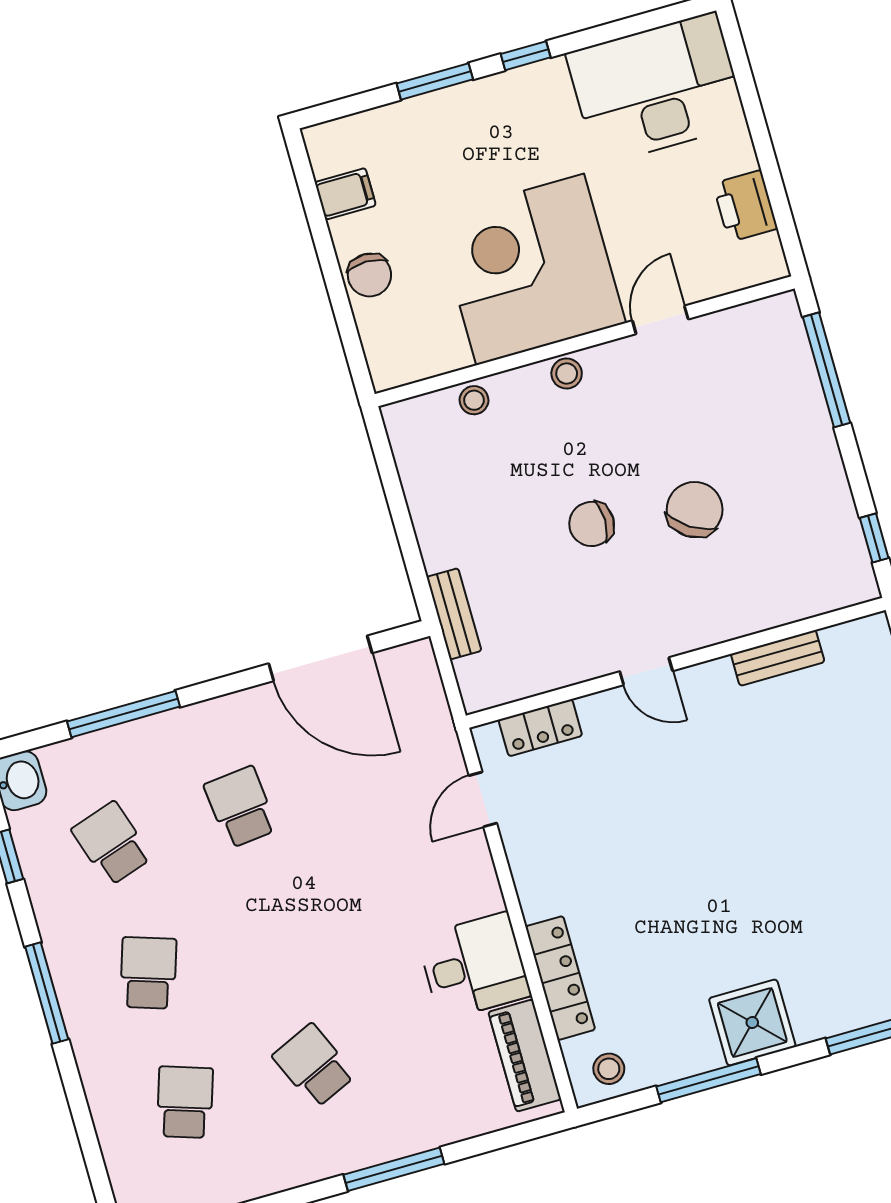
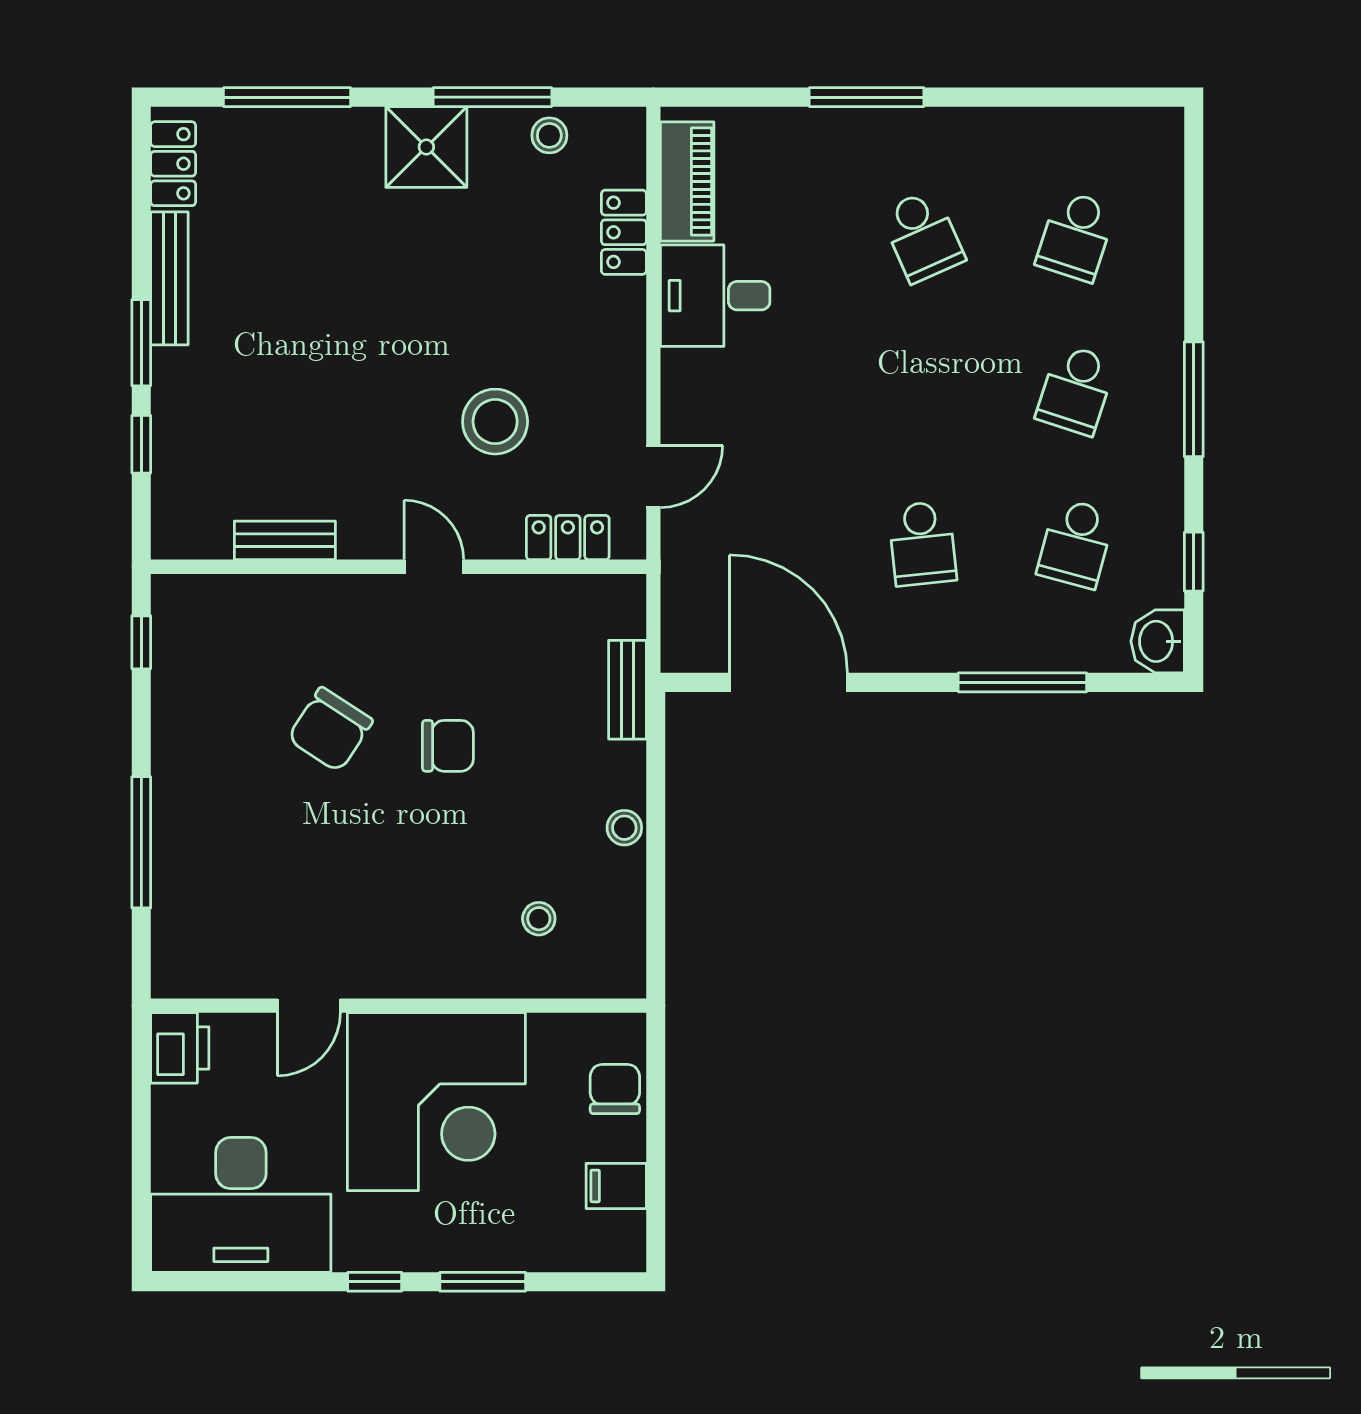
corner desk: (530, 269) -> (436, 1102), moved
door: (660, 320) -> (309, 1006), moved
wall: (585, 341) -> (399, 1006), moved
stool: (567, 373) -> (624, 828), moved
stool: (629, 808) -> (495, 422), added
school desk: (112, 844) -> (1076, 543), turned 33
locker: (560, 978) -> (624, 232), width x0.66
stool: (609, 1069) -> (549, 135), moved

